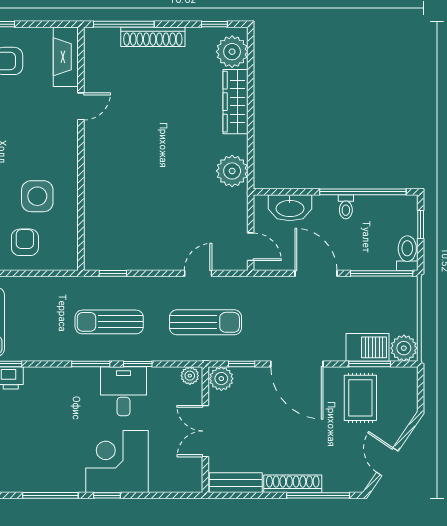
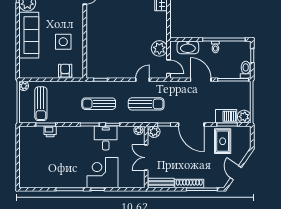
plant: (232, 171) -> (159, 48), moved
armchair: (25, 242) -> (65, 71), moved

